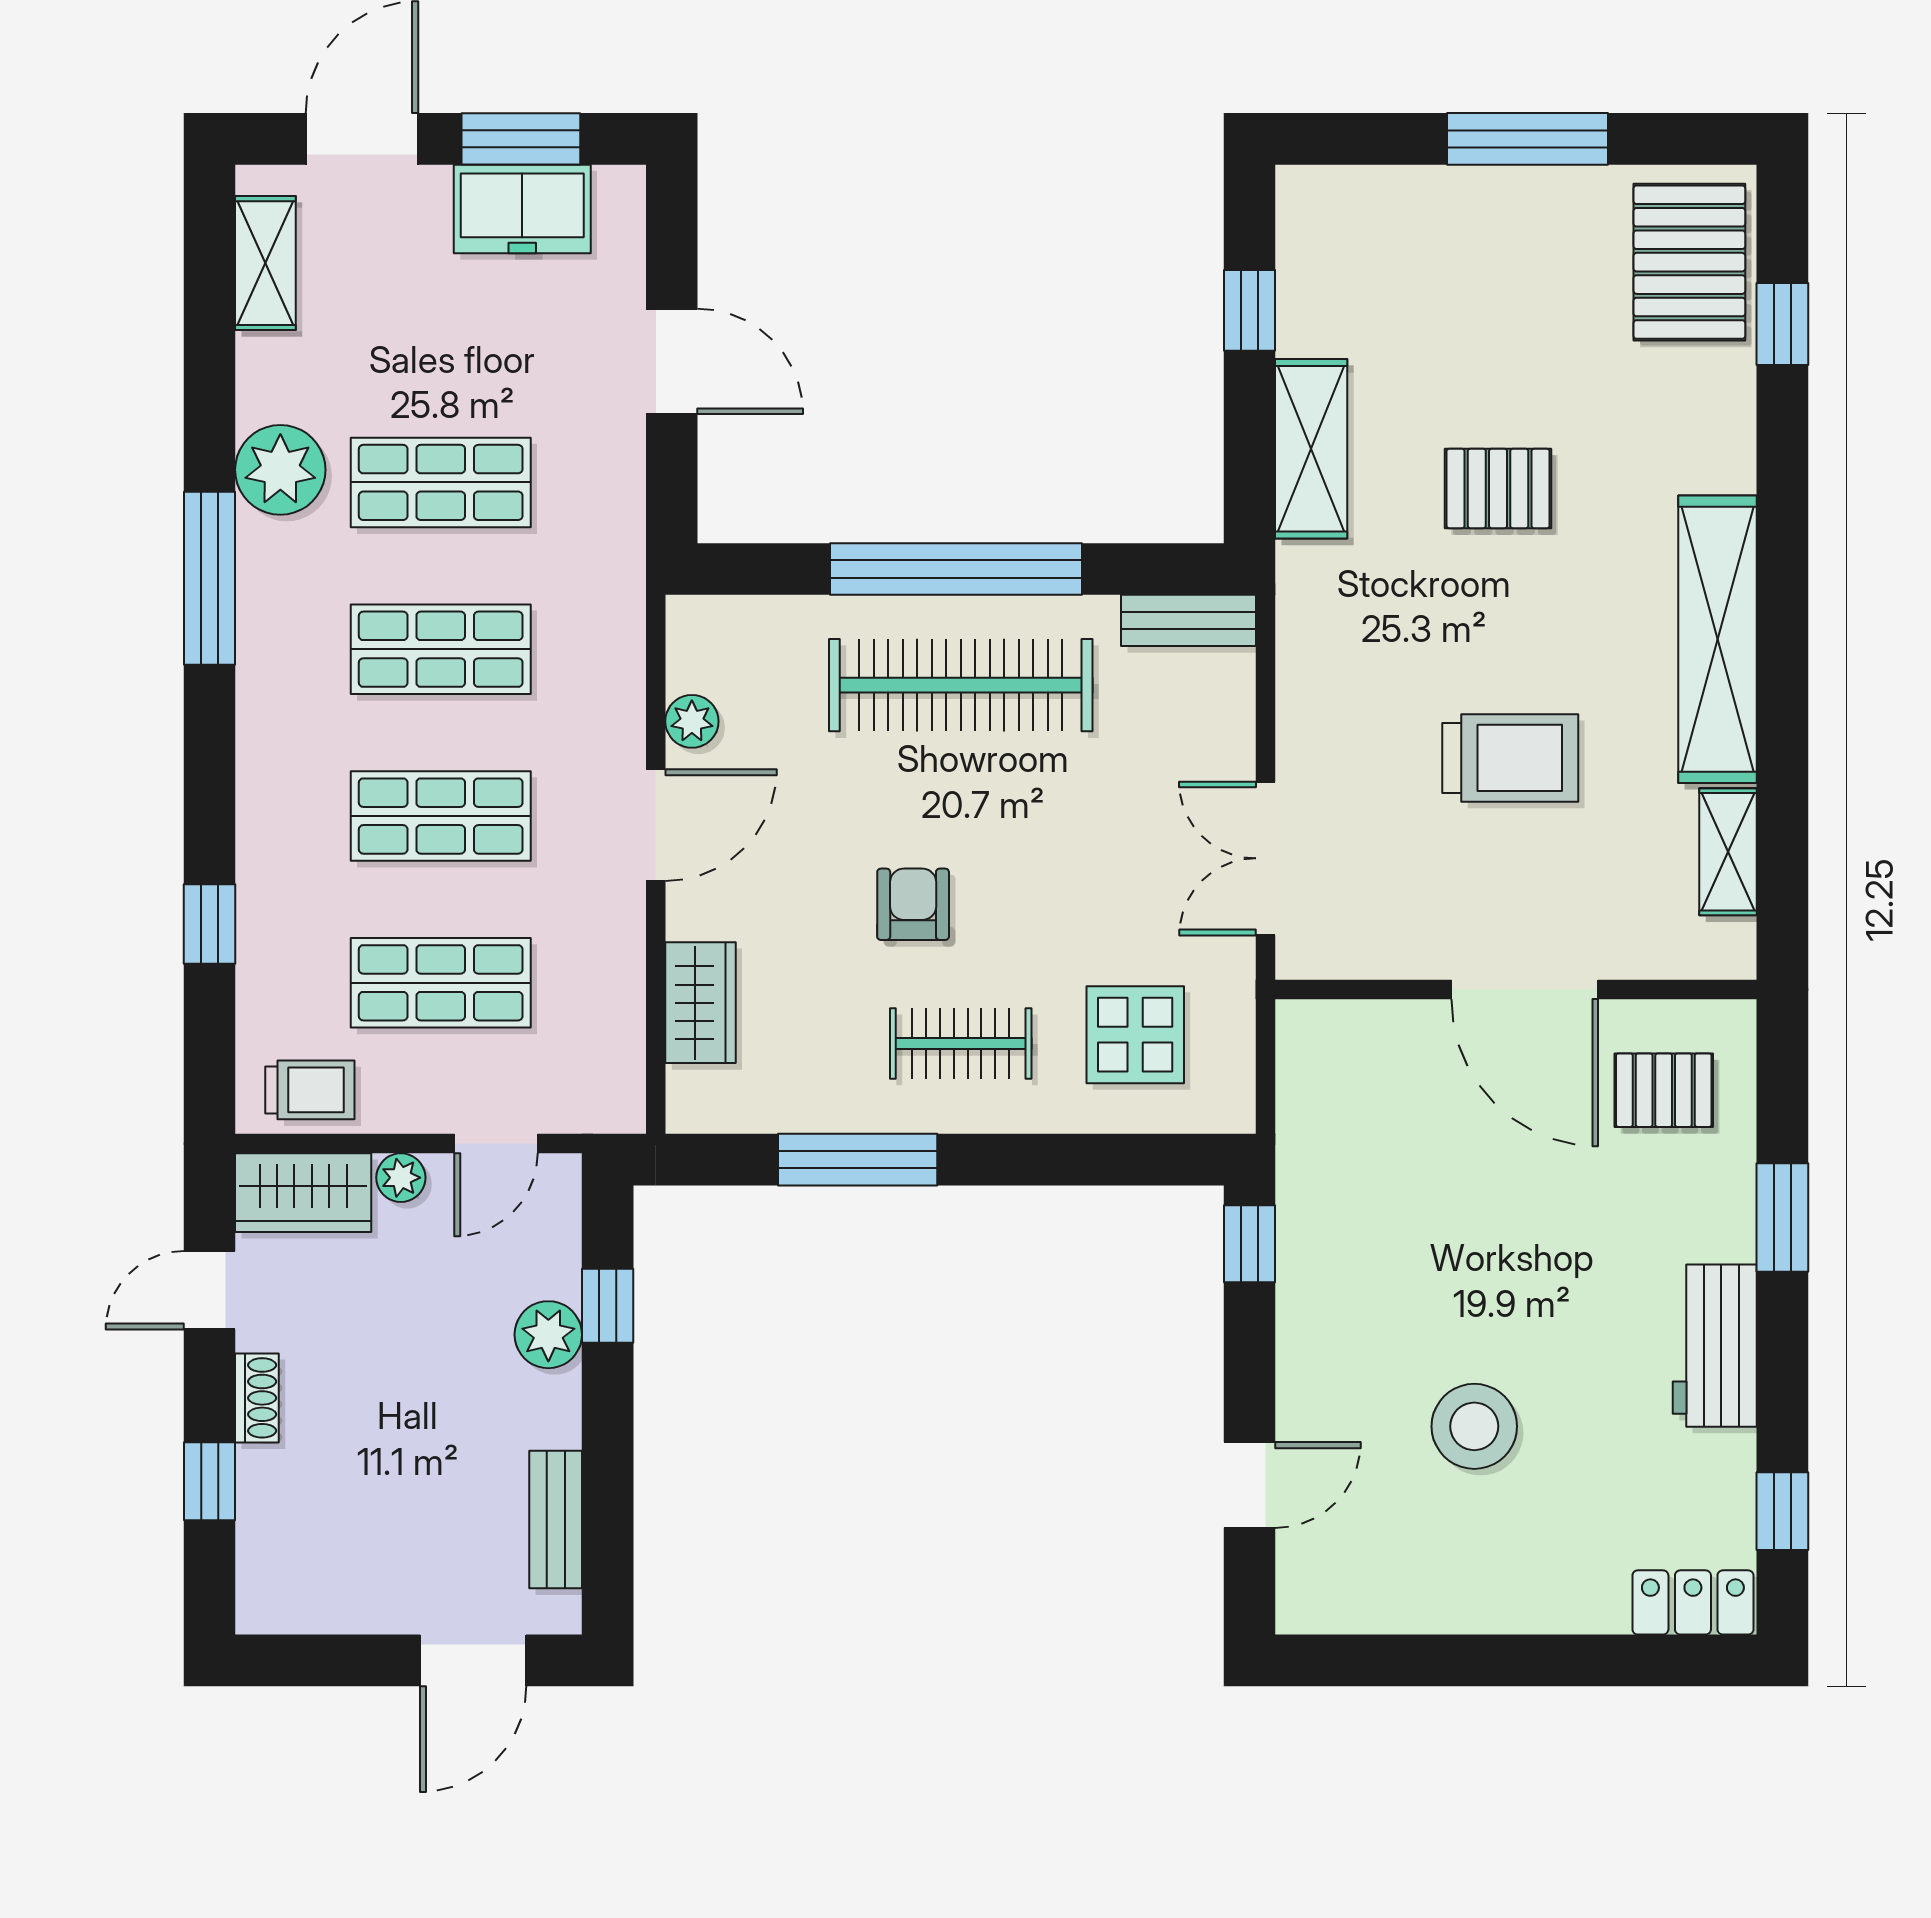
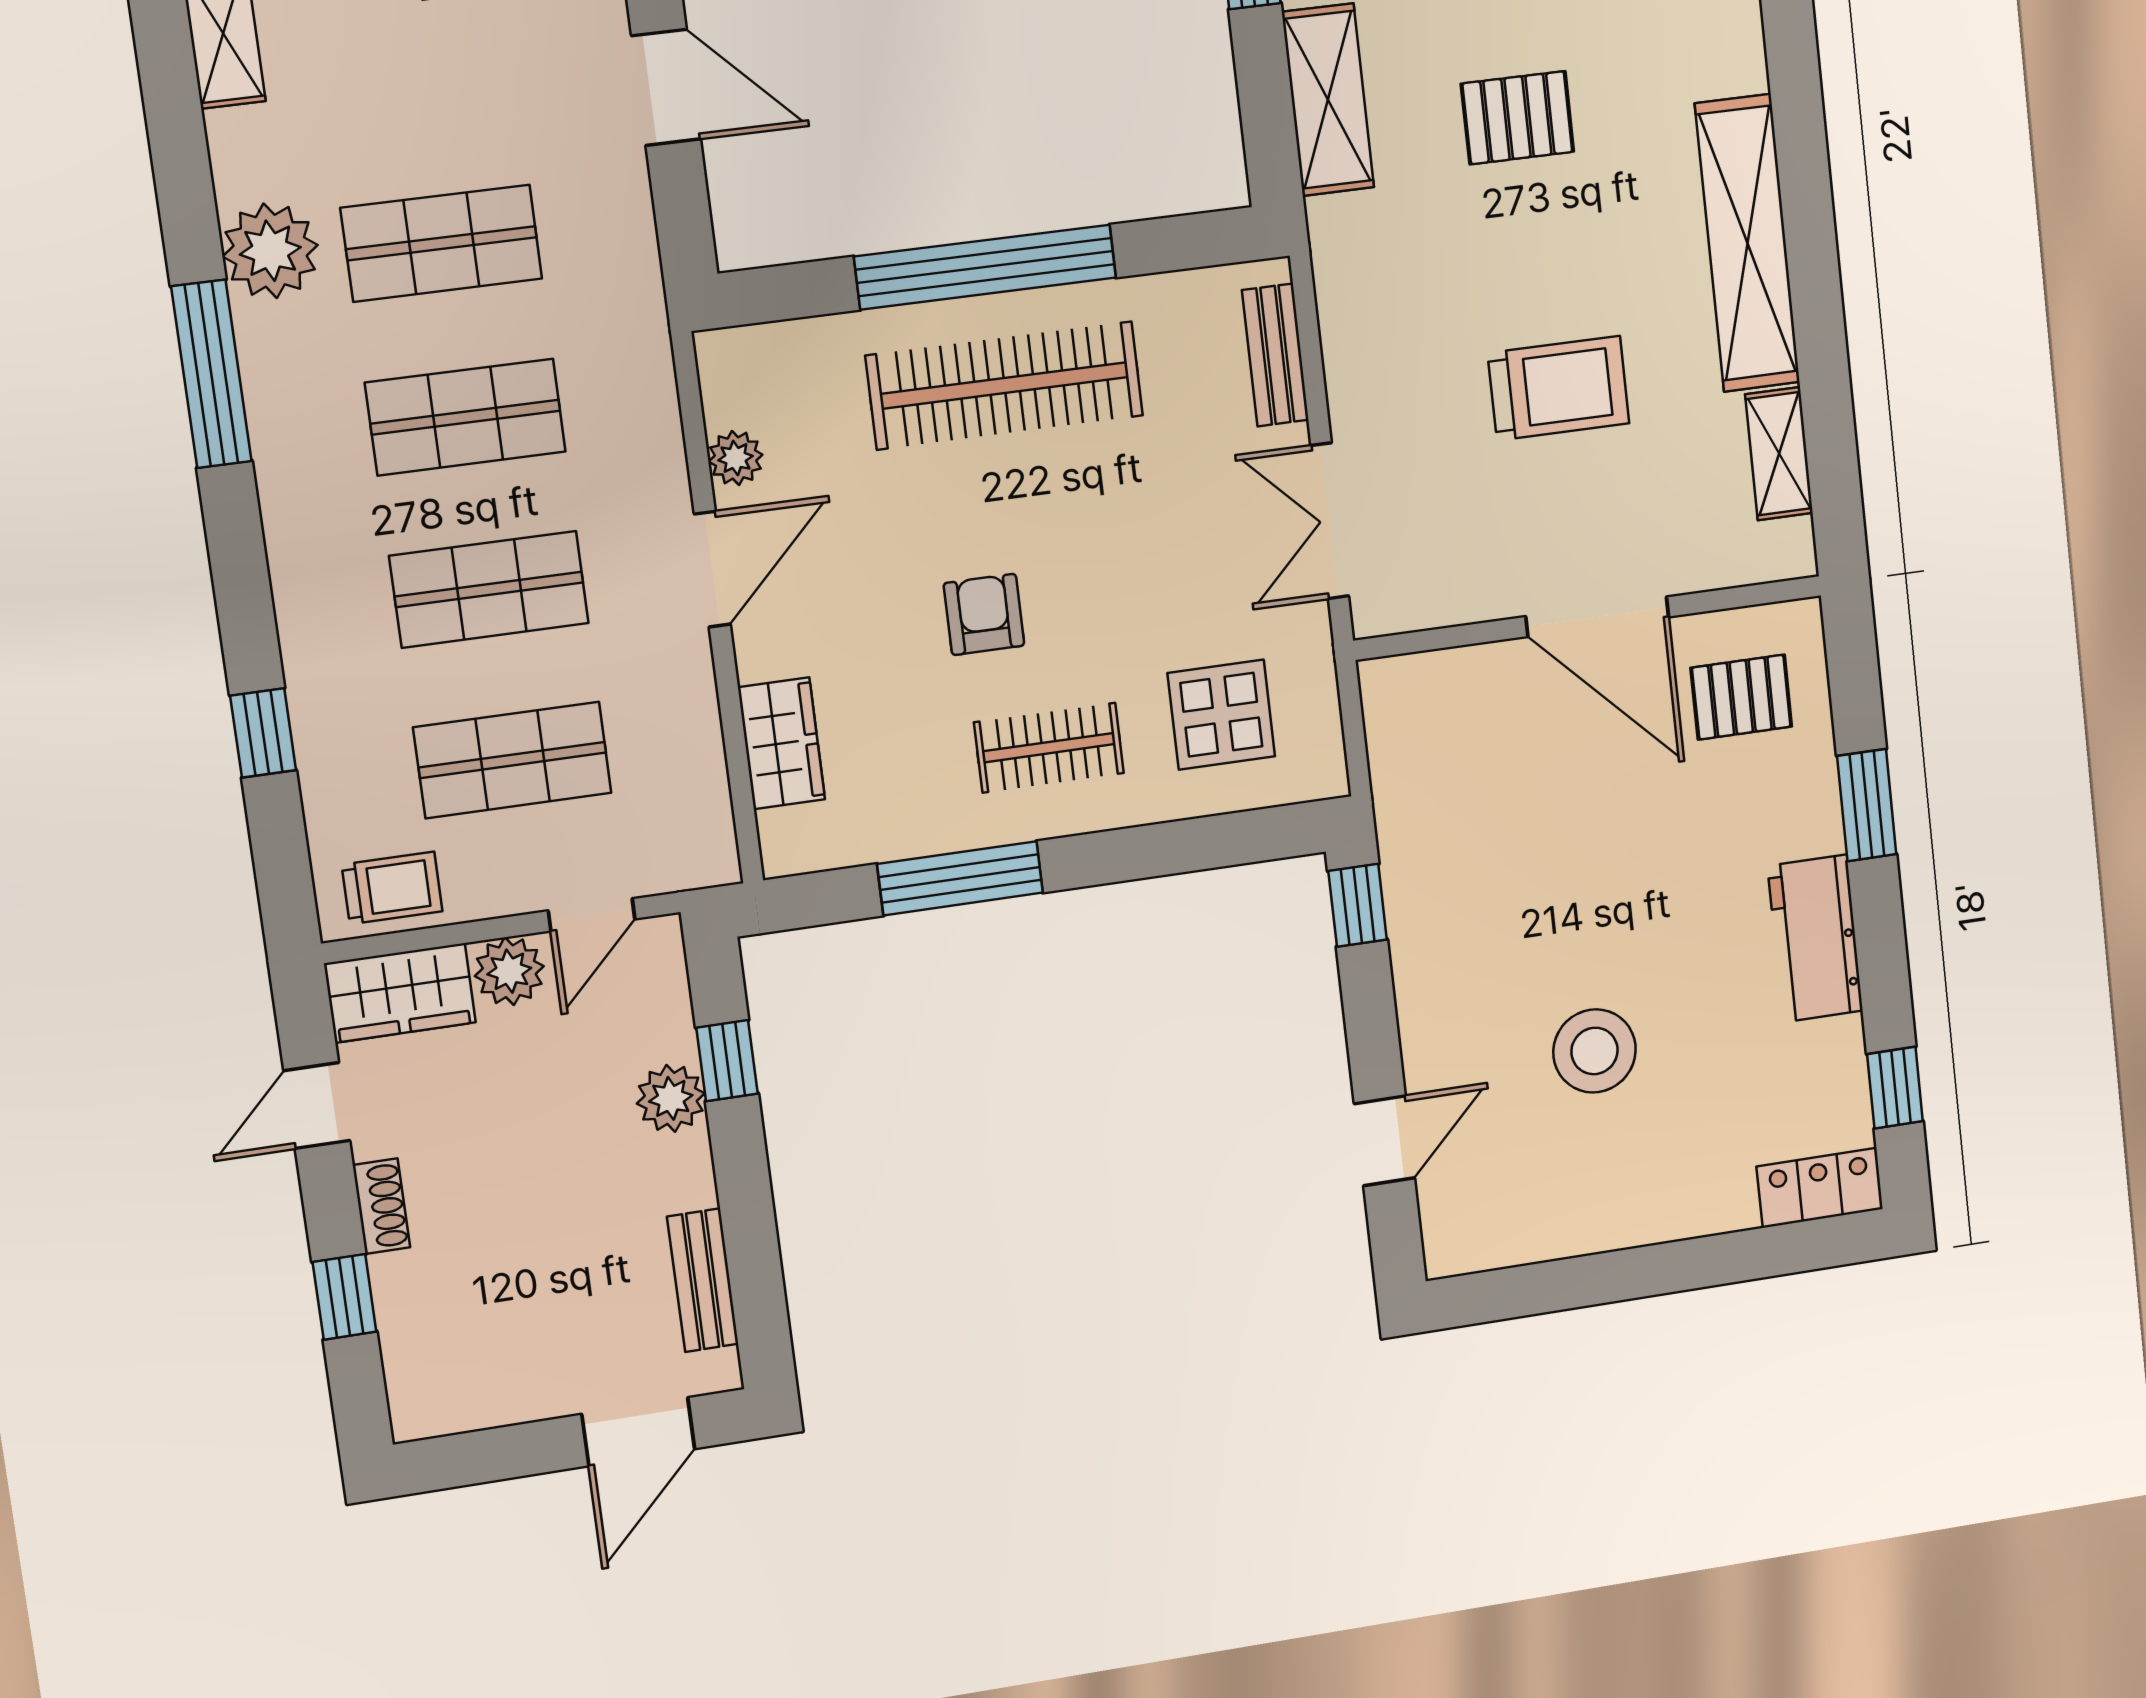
bench: (1189, 620) -> (1275, 355), moved, turned 90
plant: (401, 1178) -> (509, 971), width x1.38, depth x1.38

